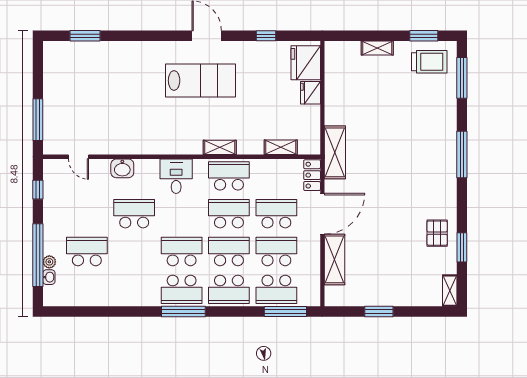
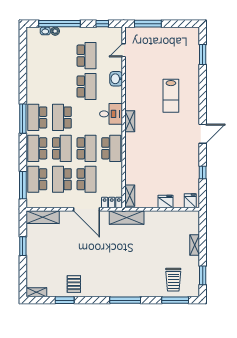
trolley: (429, 62) -> (173, 280), moved
fridge: (306, 63) -> (190, 201), width x0.53, depth x0.75
lab bench: (201, 80) -> (171, 96), moved, width x0.73, depth x0.72
shelving: (220, 147) -> (130, 121), moved
shelving: (281, 147) -> (130, 196), moved
pallet: (437, 233) -> (74, 284), turned 90
school desk: (87, 252) -> (87, 56), moved
school desk: (182, 252) -> (62, 117), turned 180
school desk: (276, 252) -> (62, 179), turned 180
shelving: (334, 259) -> (43, 217), moved

